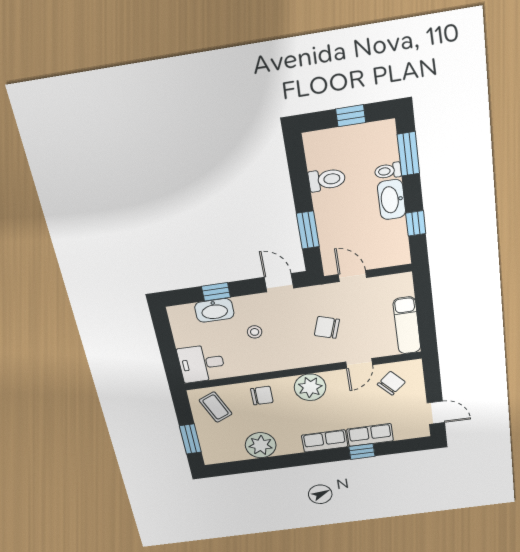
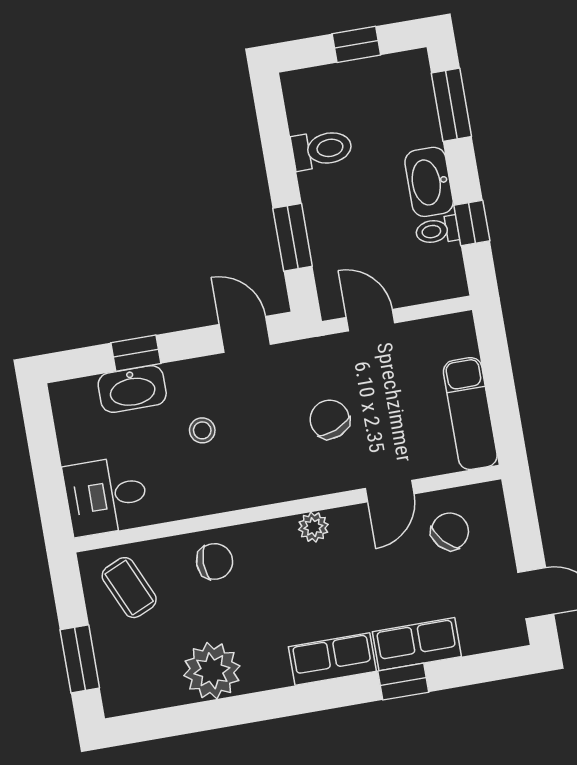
toilet: (388, 171) -> (437, 231), moved
chair: (327, 327) -> (330, 419), turned 50
plant: (310, 387) -> (313, 527), width x0.53, depth x0.53

